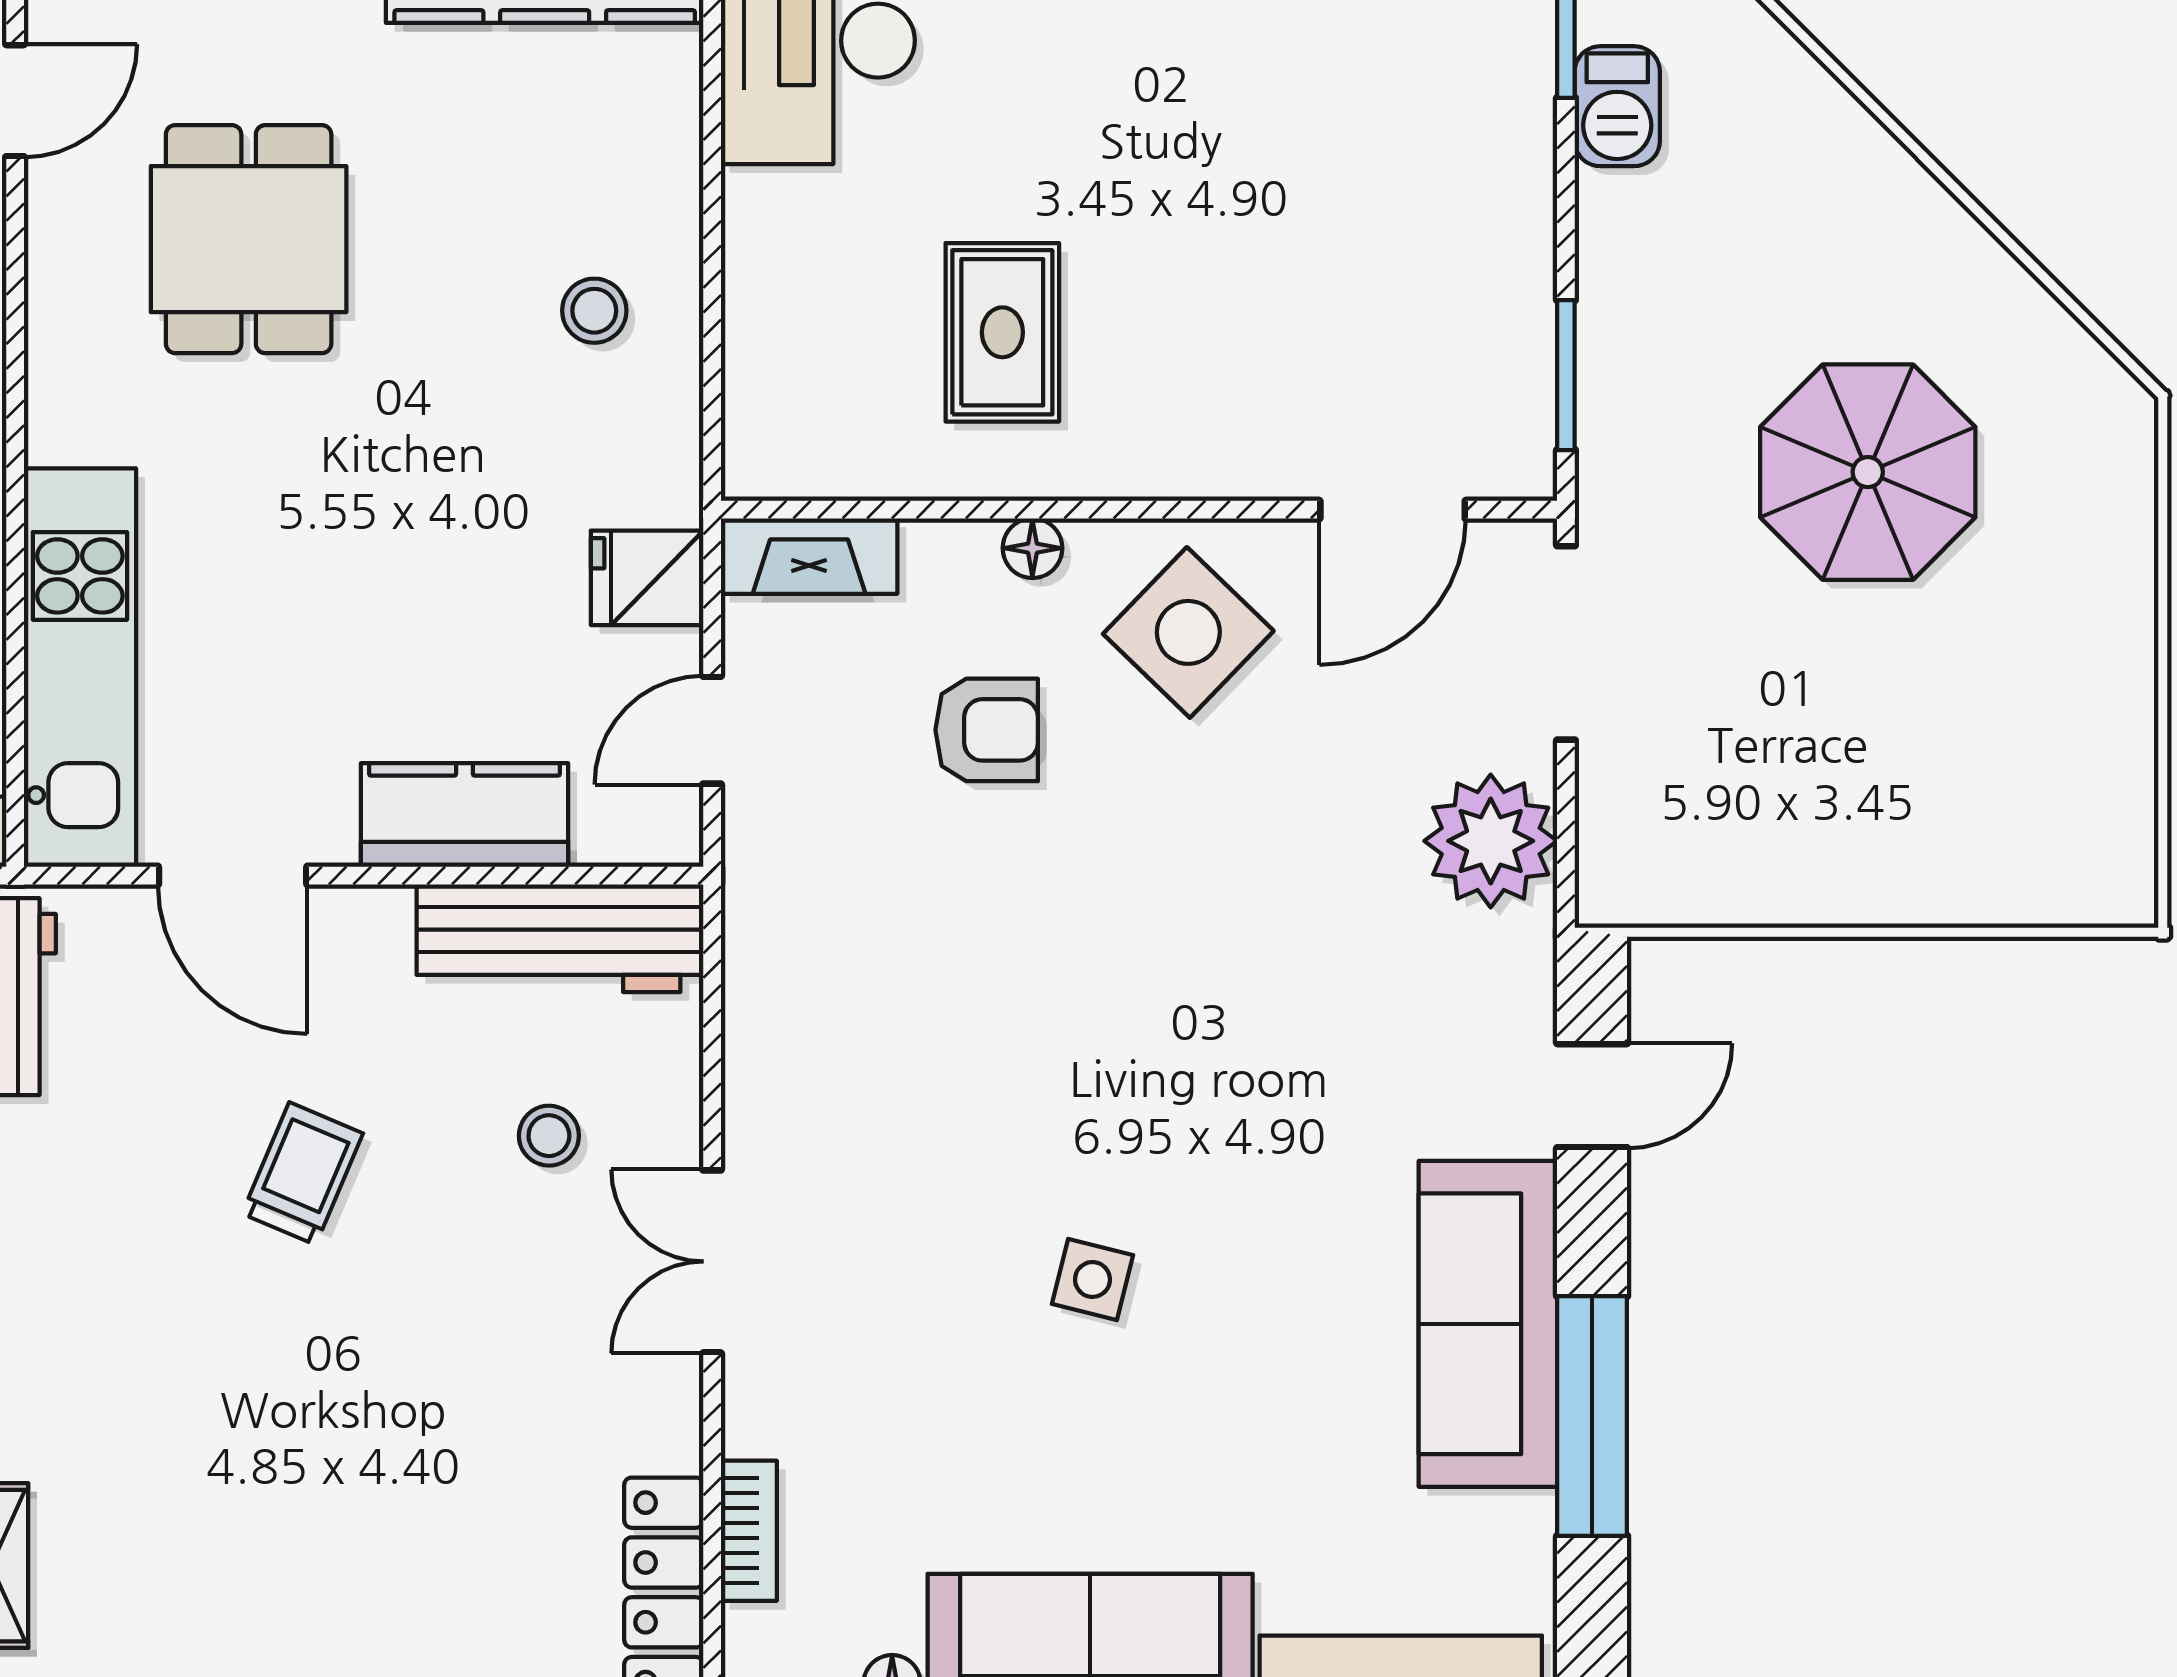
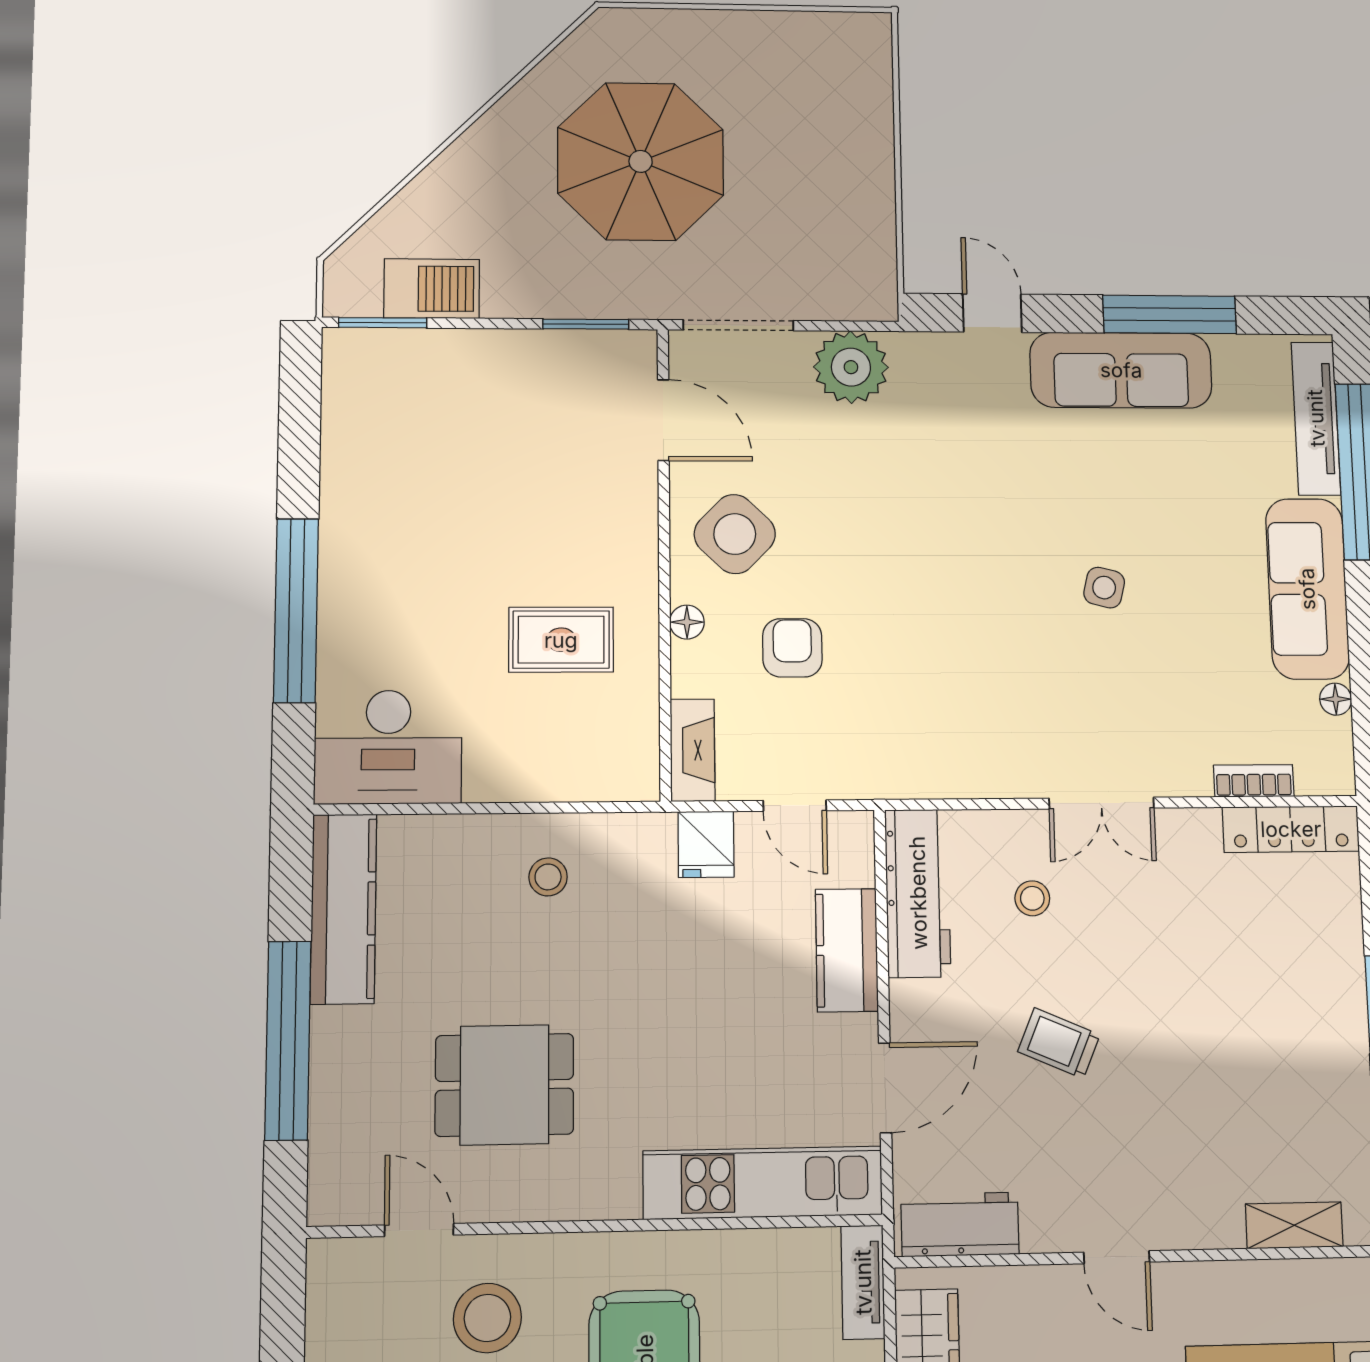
barbecue: (1617, 106) -> (432, 289), width x1.38, depth x1.27
parasol: (1868, 472) -> (641, 161), width x1.36, depth x1.36

